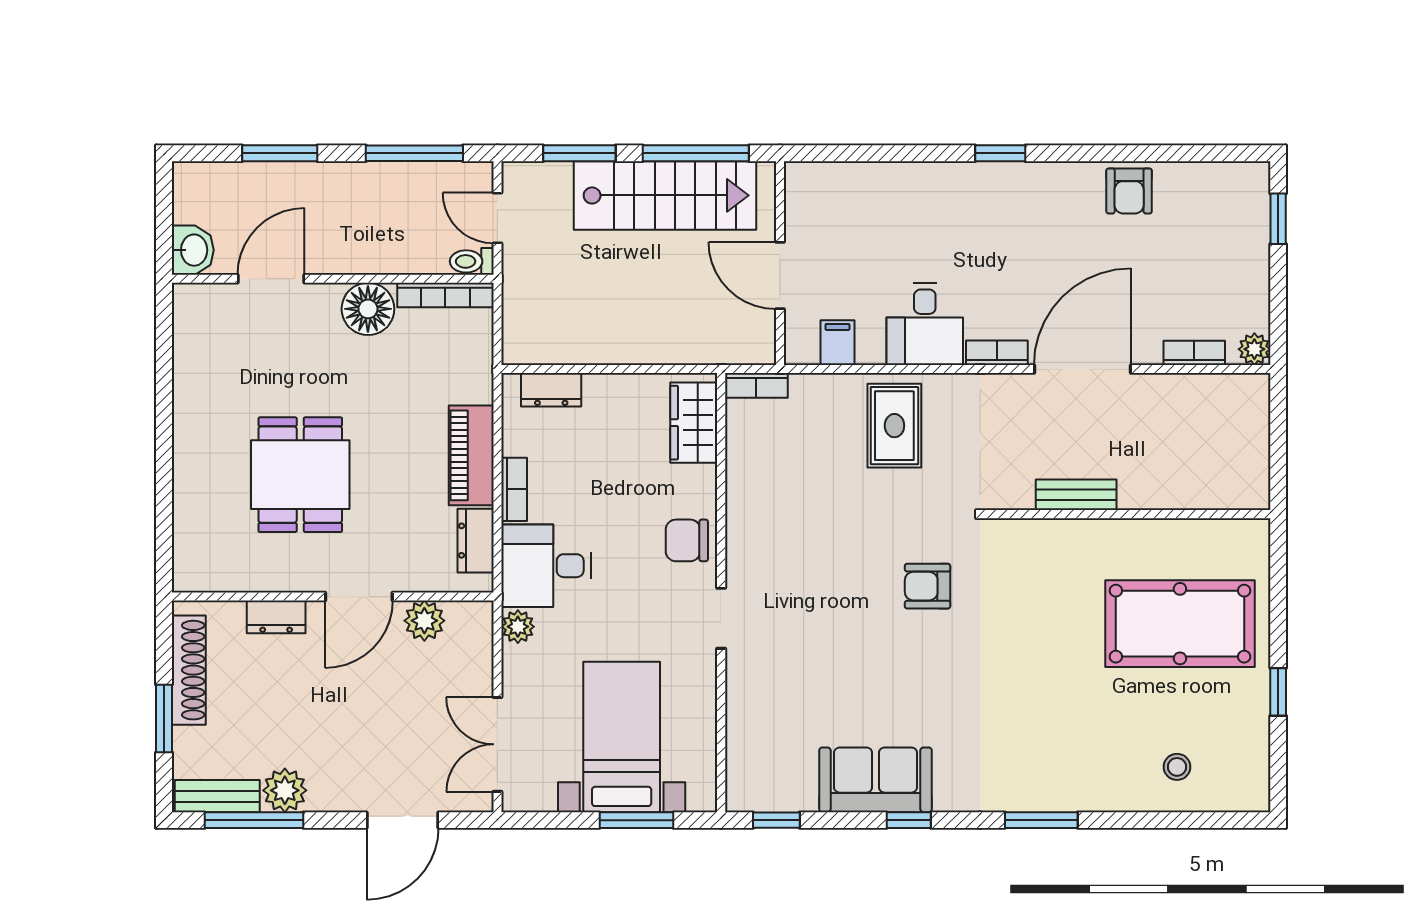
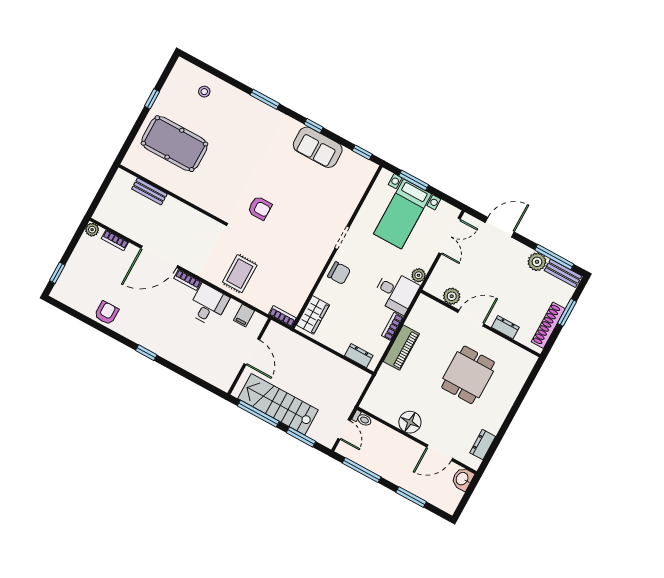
bookcase: (445, 295) -> (379, 412), removed
bench: (1076, 495) -> (149, 191), moved
dresser: (476, 541) -> (483, 445), moved, turned 180

